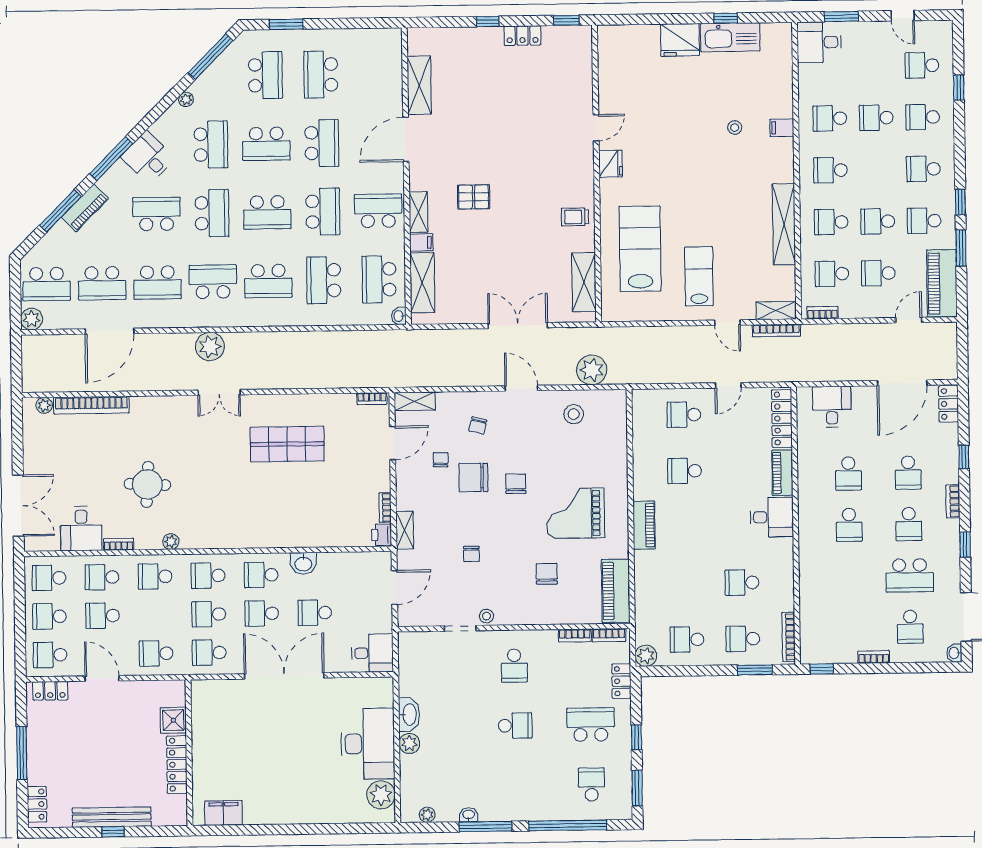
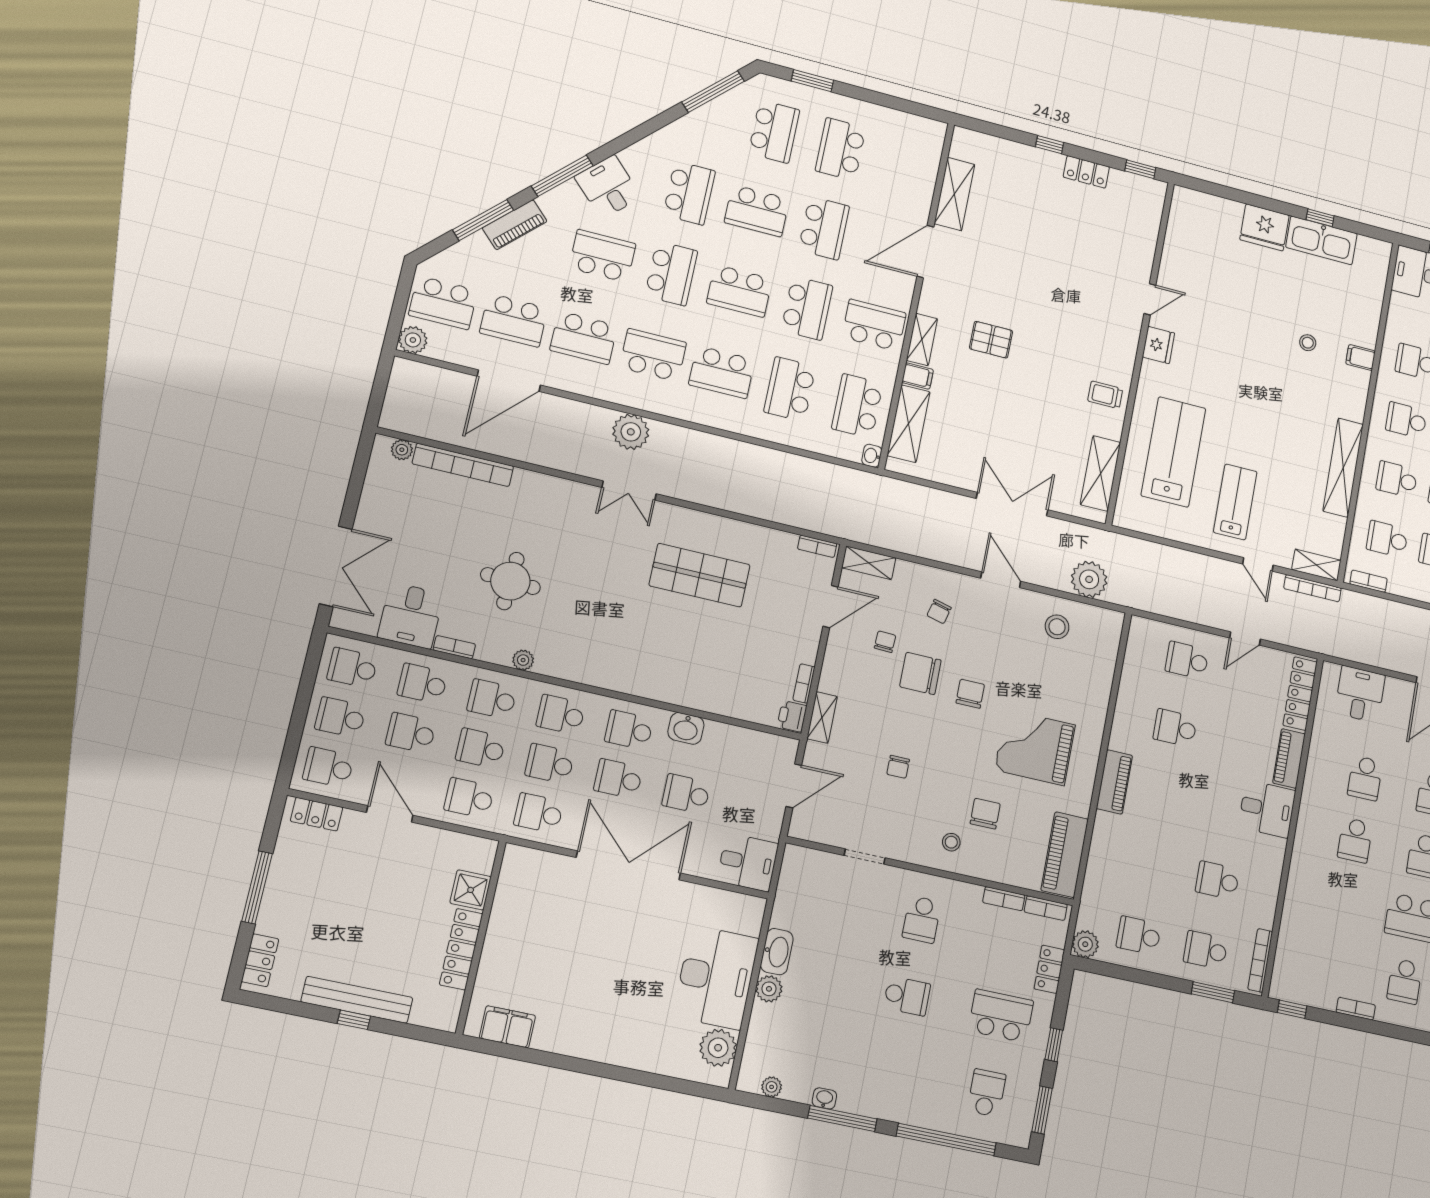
plant: (186, 99) -> (671, 132), removed
school desk: (156, 615) -> (481, 748), added
stool: (486, 616) -> (951, 842), moved

